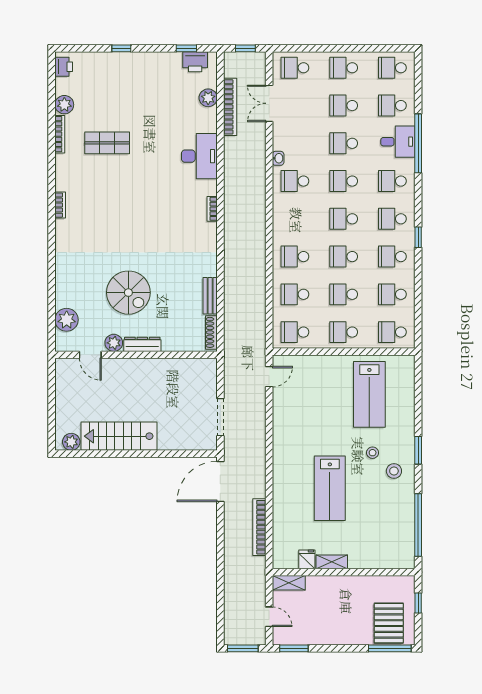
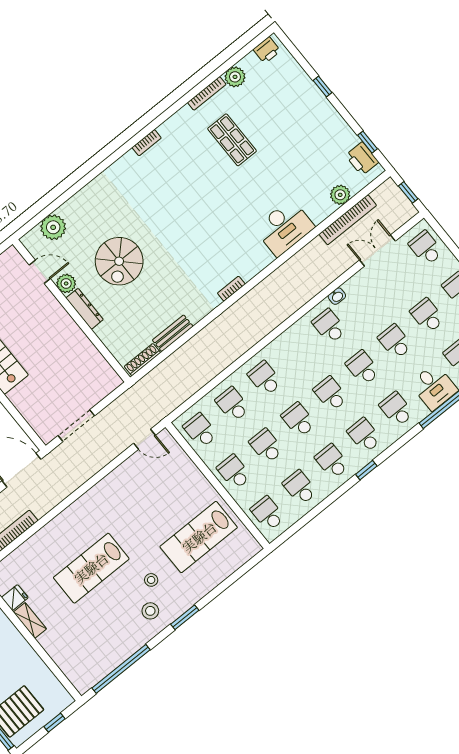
bookcase: (212, 209) -> (231, 289), moved
door: (90, 355) -> (40, 272), swing flipped

